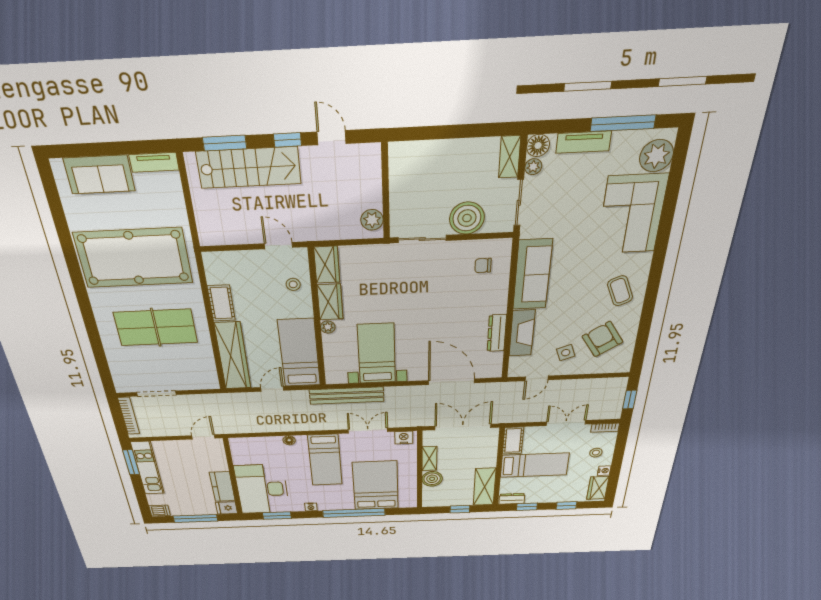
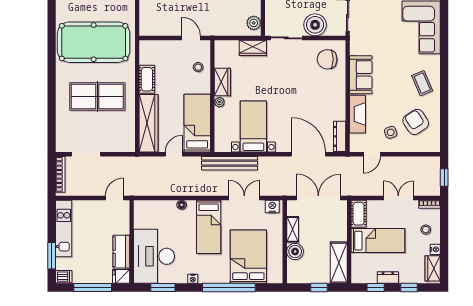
wardrobe: (327, 265) -> (253, 48), moved, turned 90
chair: (483, 266) -> (327, 59), width x1.87, depth x1.87
sofa: (532, 275) -> (361, 75), width x0.73
dresser: (497, 333) -> (340, 136), moved
window: (131, 462) -> (52, 256), moved
dresser: (512, 499) -> (388, 278), moved

